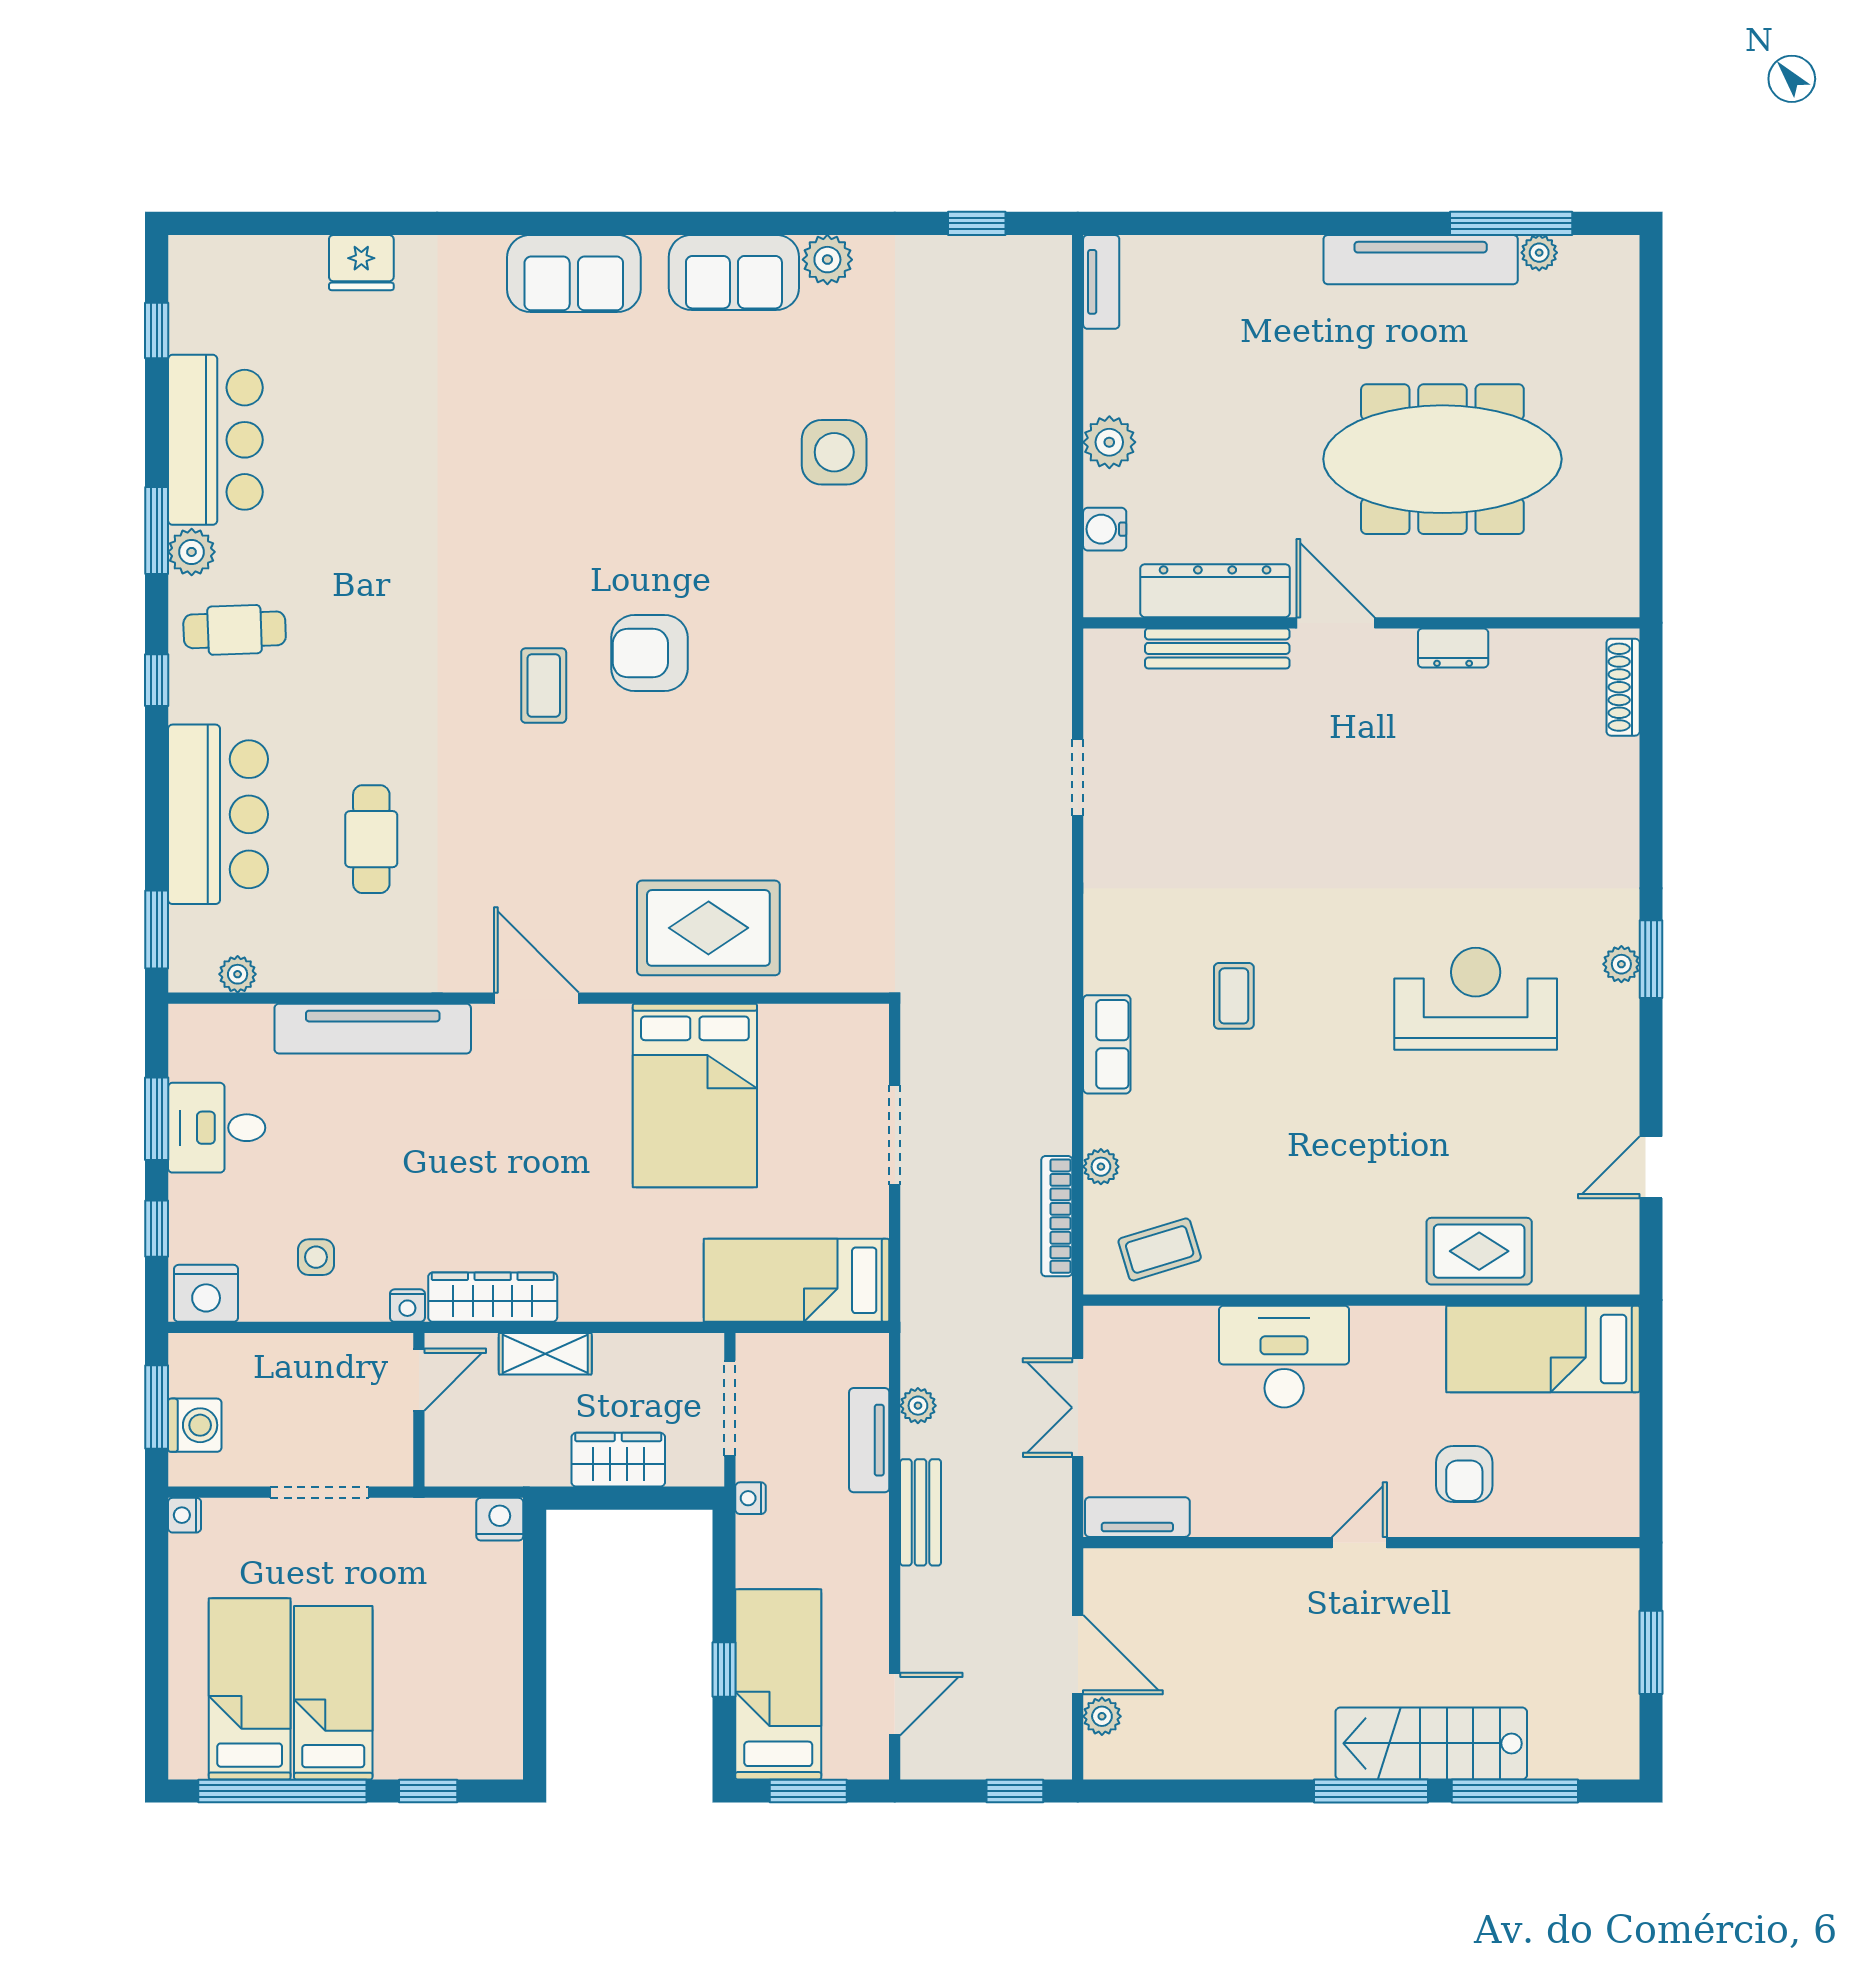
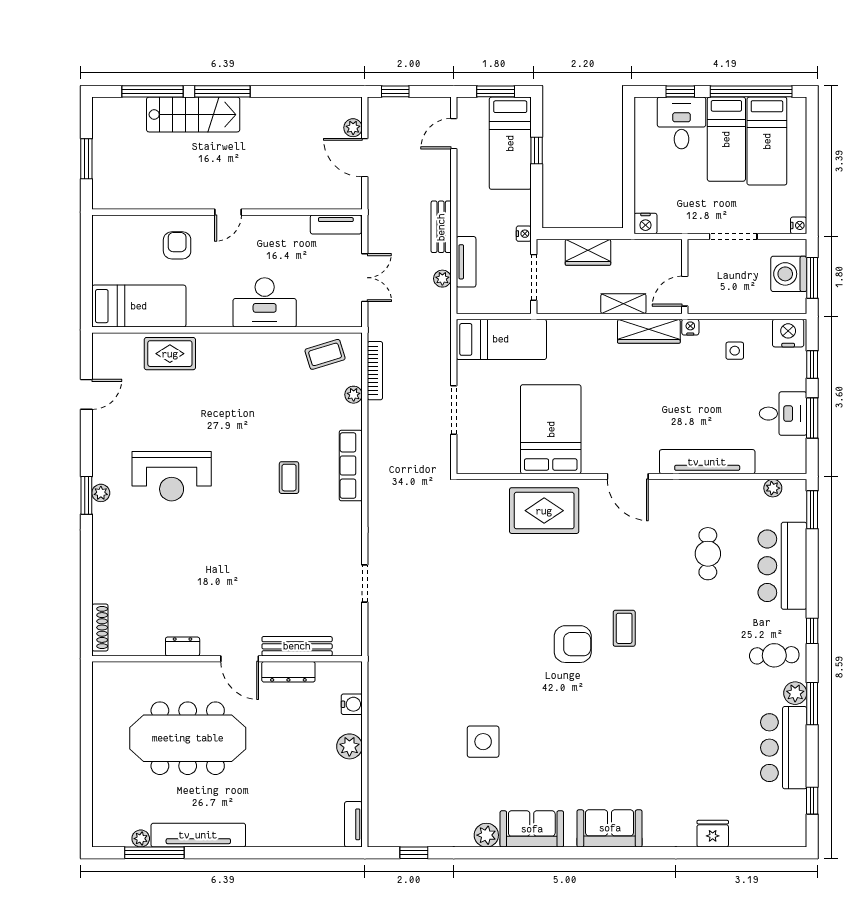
dresser: (1215, 591) -> (288, 672), width x0.73, depth x0.80
row of seats: (1107, 1044) -> (351, 466), width x1.48
washing machine: (195, 1425) -> (789, 274), width x1.37, depth x1.37
desk: (426, 1726) -> (682, 123), added

